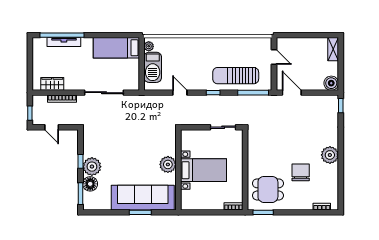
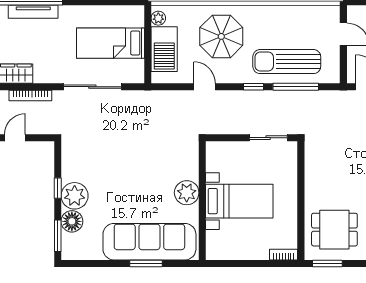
bed: (116, 48) -> (111, 43), moved
parasol: (191, 59) -> (221, 36), added
window: (253, 93) -> (296, 87), moved
door: (52, 127) -> (15, 138), swing flipped

